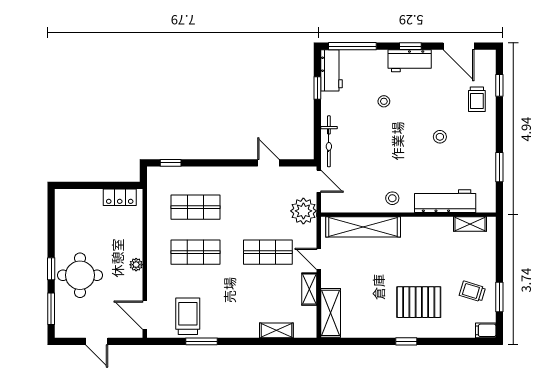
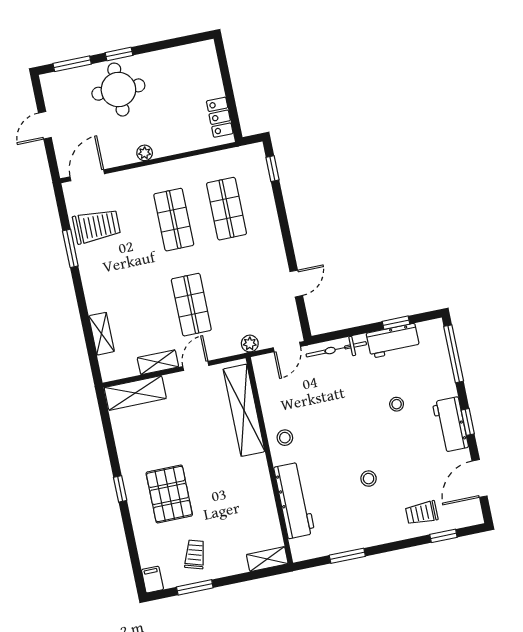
workbench: (332, 70) -> (393, 341), moved
plant: (303, 211) -> (250, 344), width x0.53, depth x0.53
shelving: (470, 224) -> (267, 559), moved, turned 90

